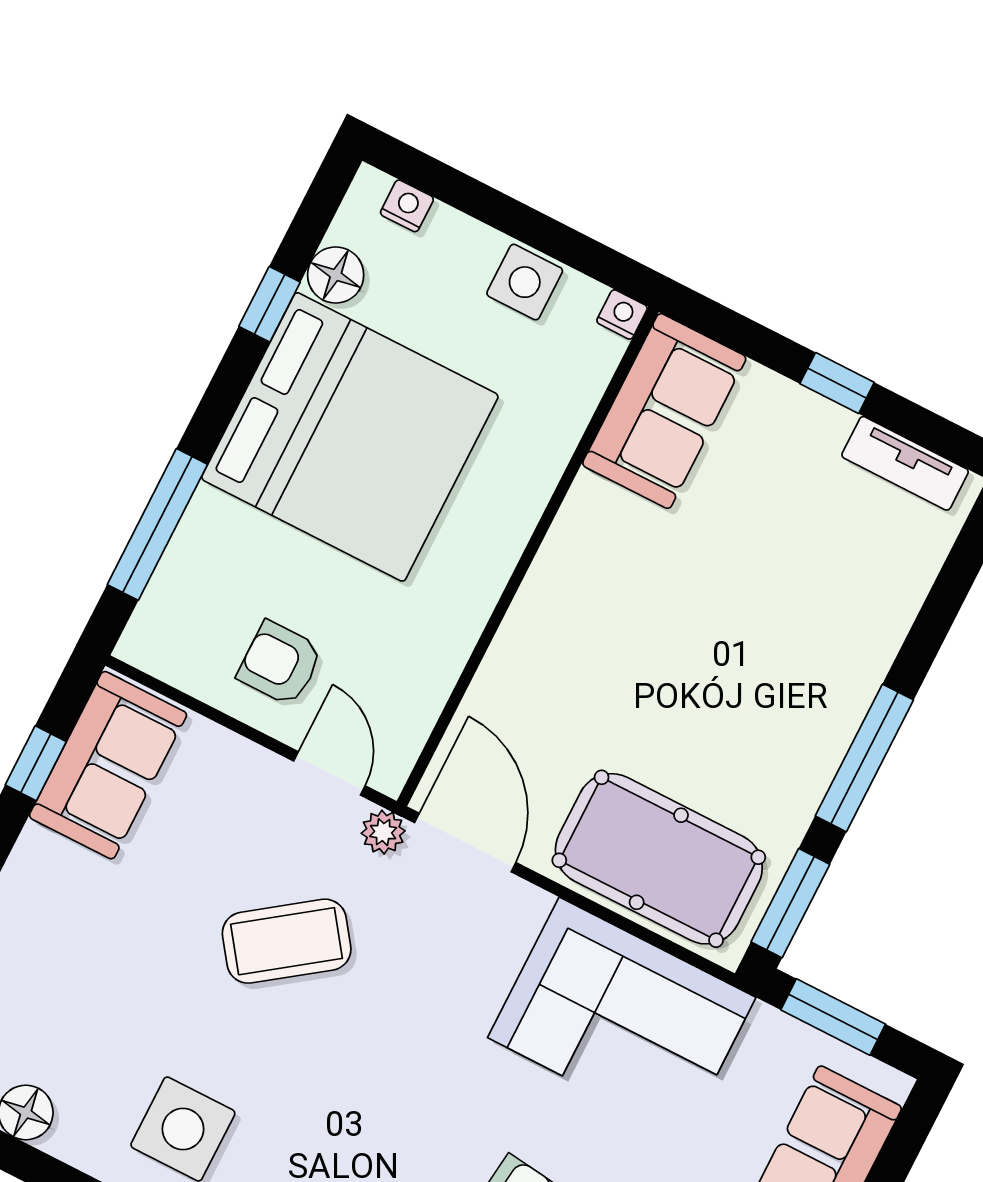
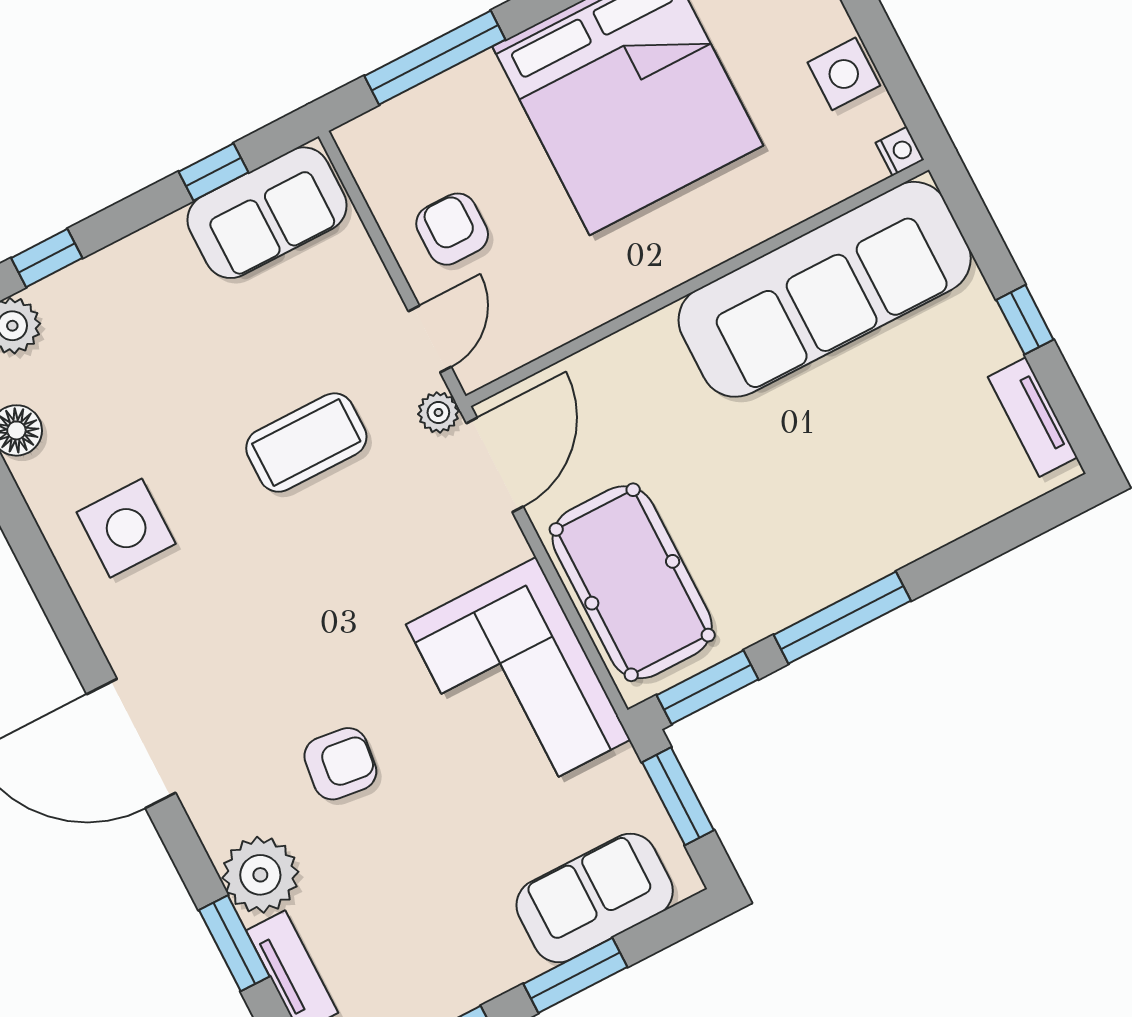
sofa: (664, 411) -> (825, 289), width x1.85, depth x1.27
coffee table: (287, 941) -> (306, 443), turned -54

